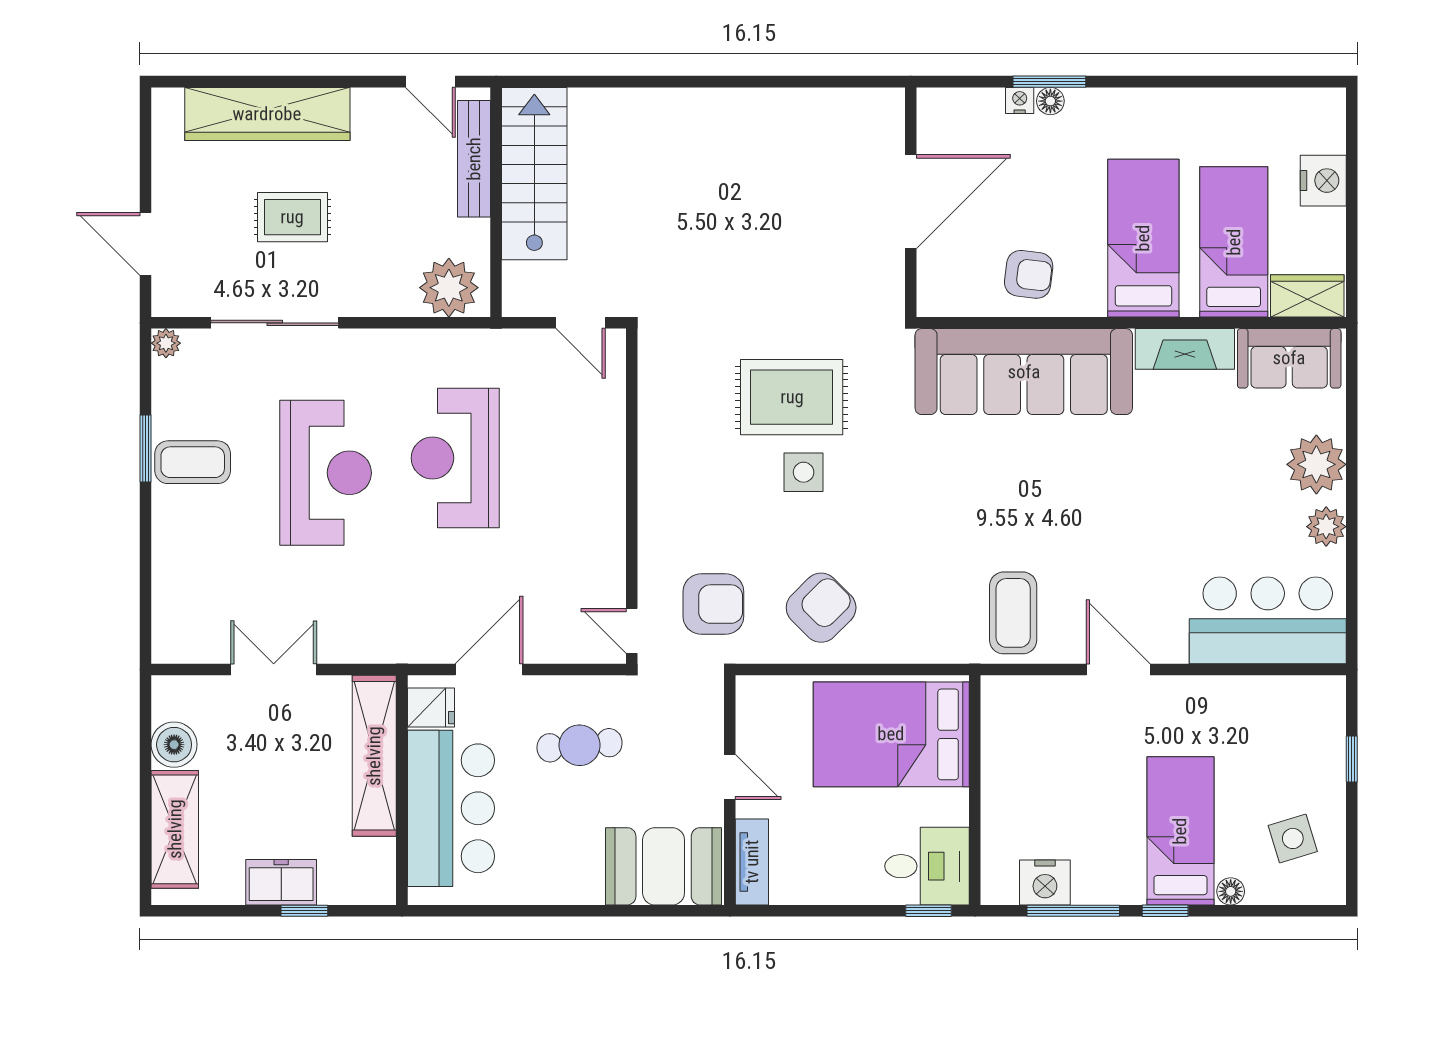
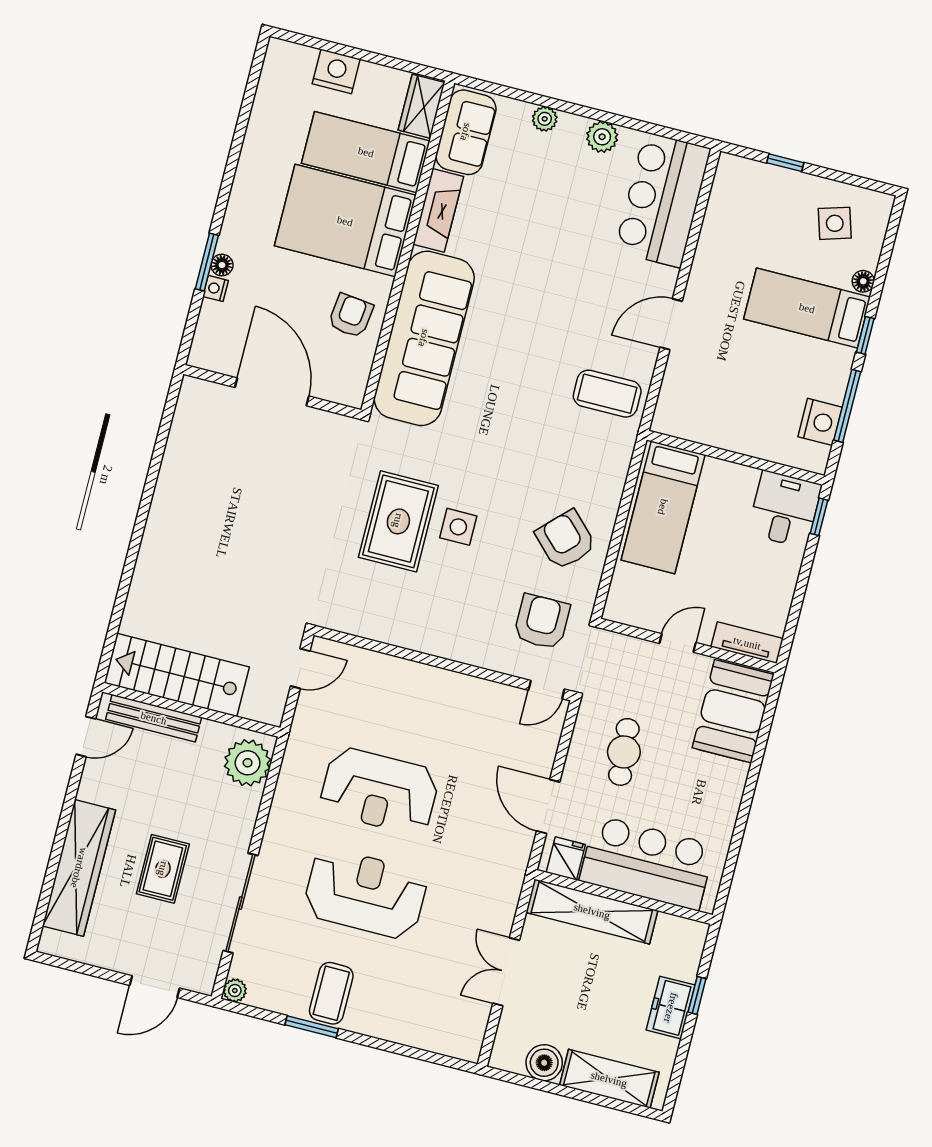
bed: (1143, 238) -> (345, 221), width x1.50
plant: (1316, 464) -> (545, 119), width x0.53, depth x0.53
bed: (891, 734) -> (663, 507), width x0.67

